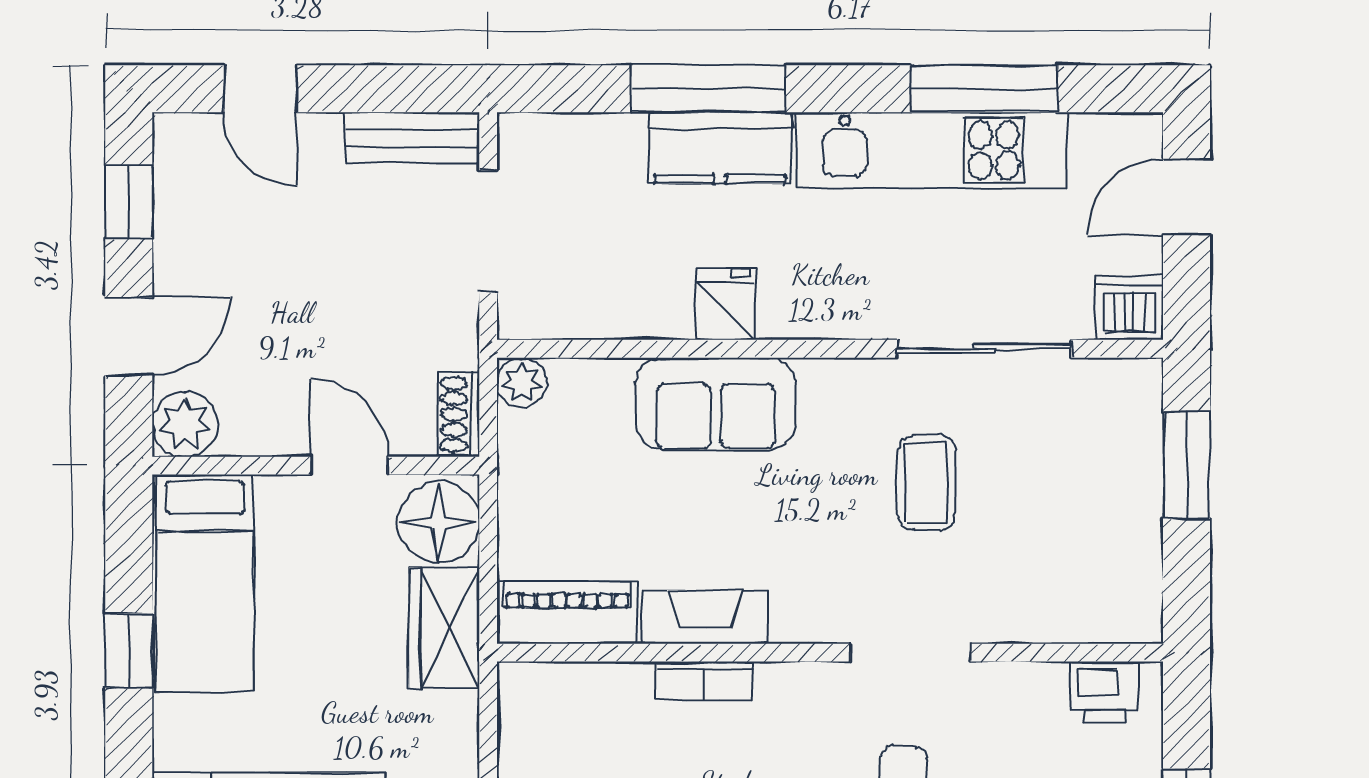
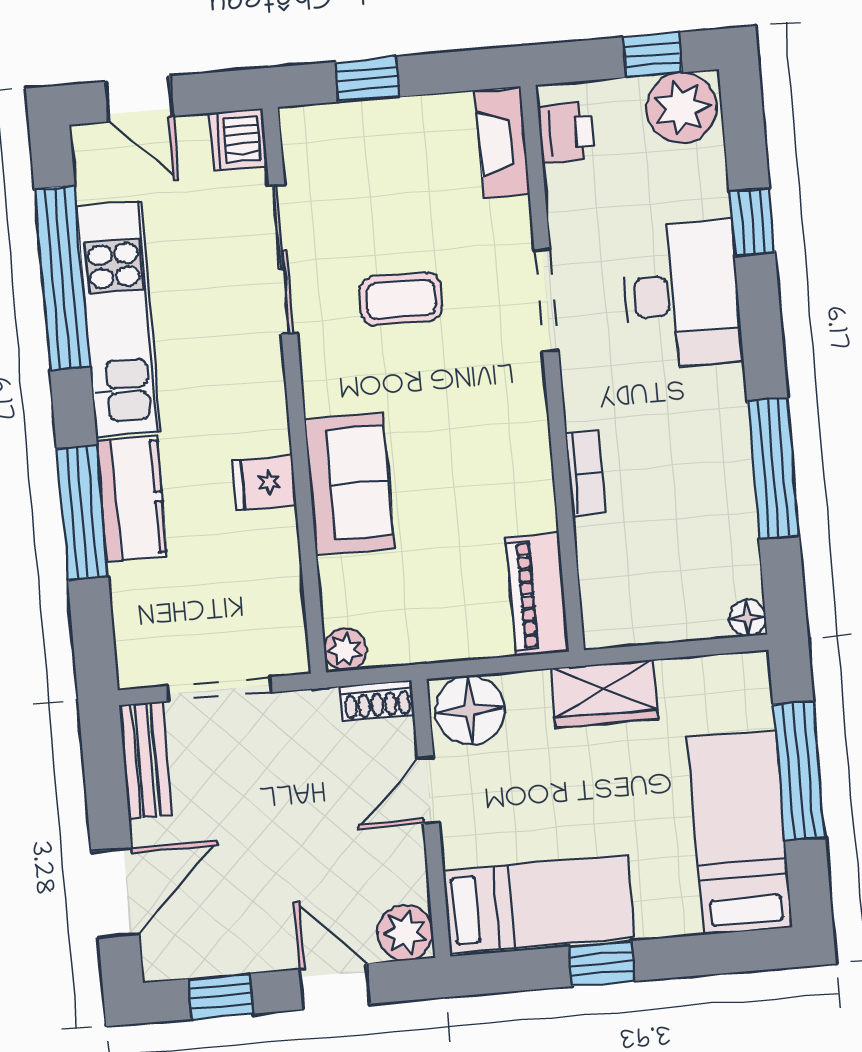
door: (260, 89) -> (115, 893), width x1.38
window: (985, 89) -> (62, 278), width x1.46
window: (1187, 465) -> (367, 79), width x0.67
fireplace: (705, 617) -> (502, 143), moved
wardrobe: (444, 628) -> (604, 694), moved

